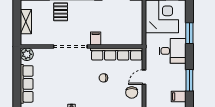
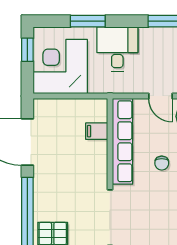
filing cabinet: (96, 38) -> (97, 131), moved

